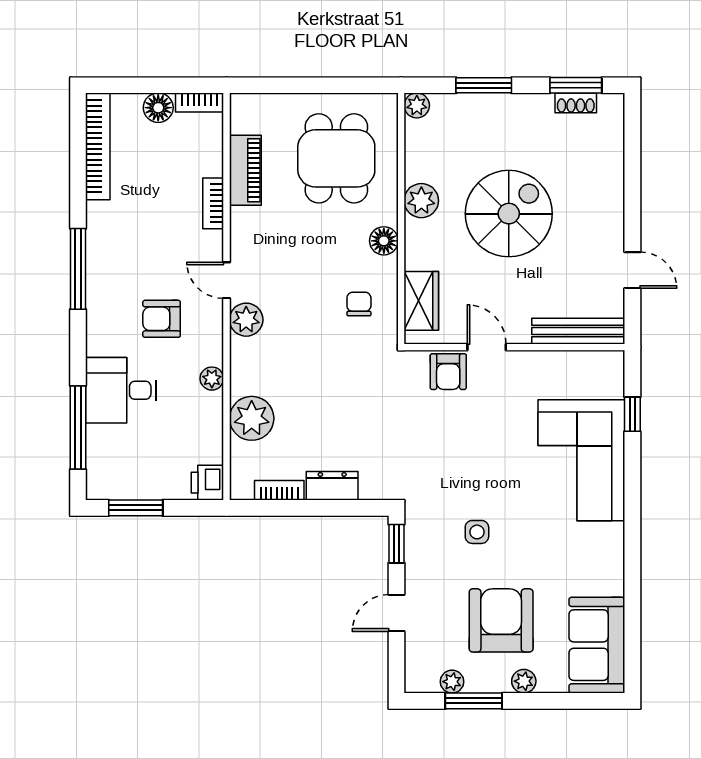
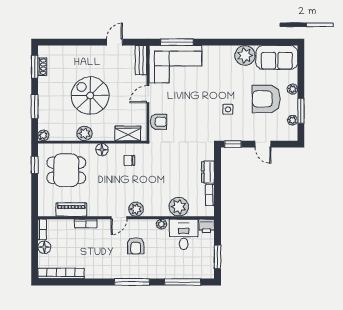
window: (349, 85) -> (35, 165), added
window: (78, 269) -> (132, 282), moved
bench: (578, 331) -> (141, 60), width x0.73
door: (487, 347) -> (148, 94), moved
desk: (121, 390) -> (184, 234), moved, turned 180
window: (632, 414) -> (177, 42), width x2.17
corner sofa: (581, 460) -> (175, 64), moved
plant: (602, 571) -> (245, 55), added

